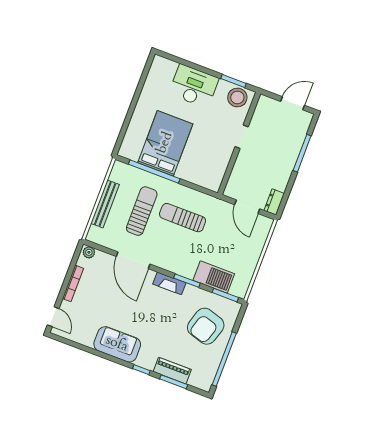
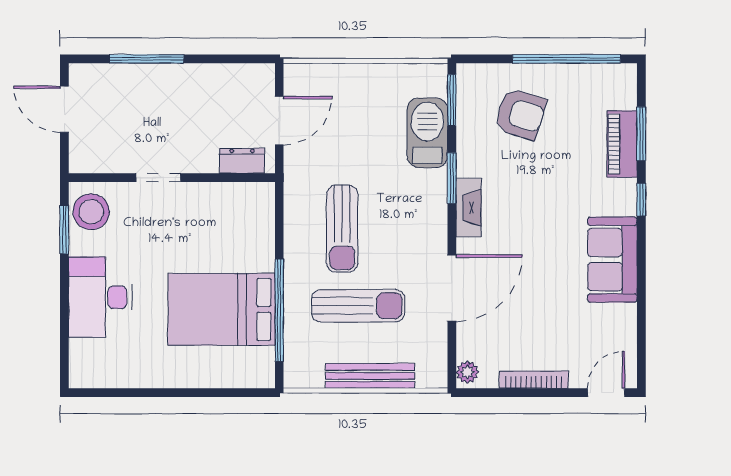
dresser: (274, 202) -> (242, 161), moved, turned 180
sun lounger: (142, 211) -> (358, 306), turned 180
armchair: (206, 326) -> (520, 114), width x0.73, depth x0.73

